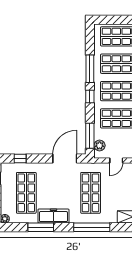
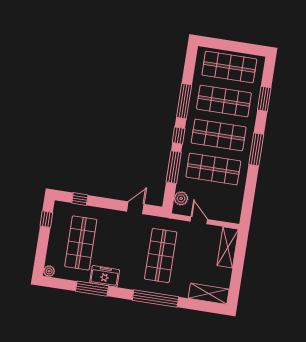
window: (90, 136) -> (174, 167), moved
door: (65, 158) -> (135, 208), width x0.53
door: (116, 160) -> (199, 220), swing flipped
freezer: (53, 216) -> (105, 276), width x0.71

